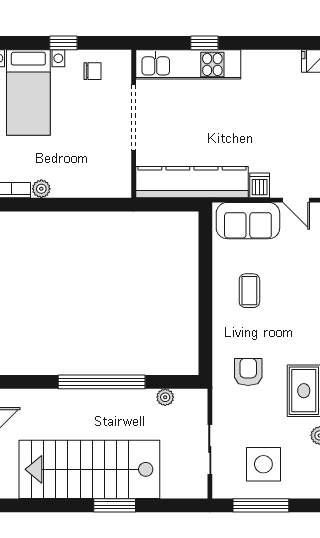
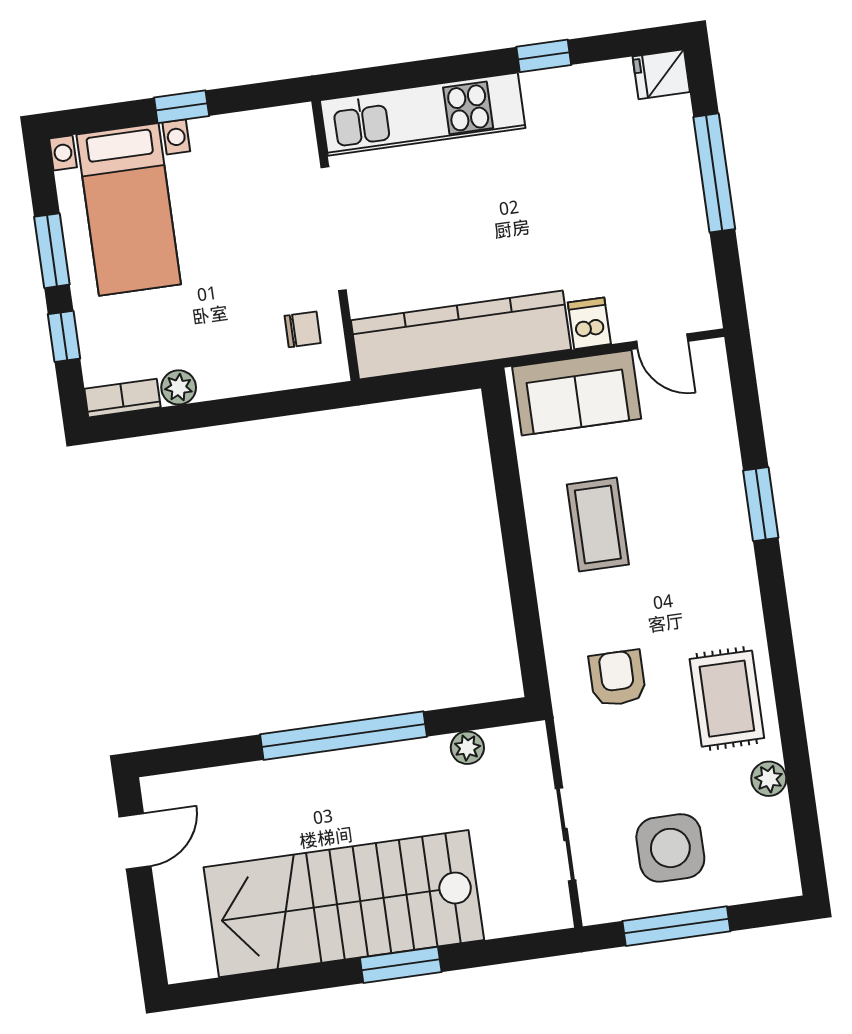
window: (204, 43) -> (544, 56), moved
chair: (92, 71) -> (303, 329), moved
coffee table: (249, 291) -> (598, 525), width x1.36, depth x1.30

